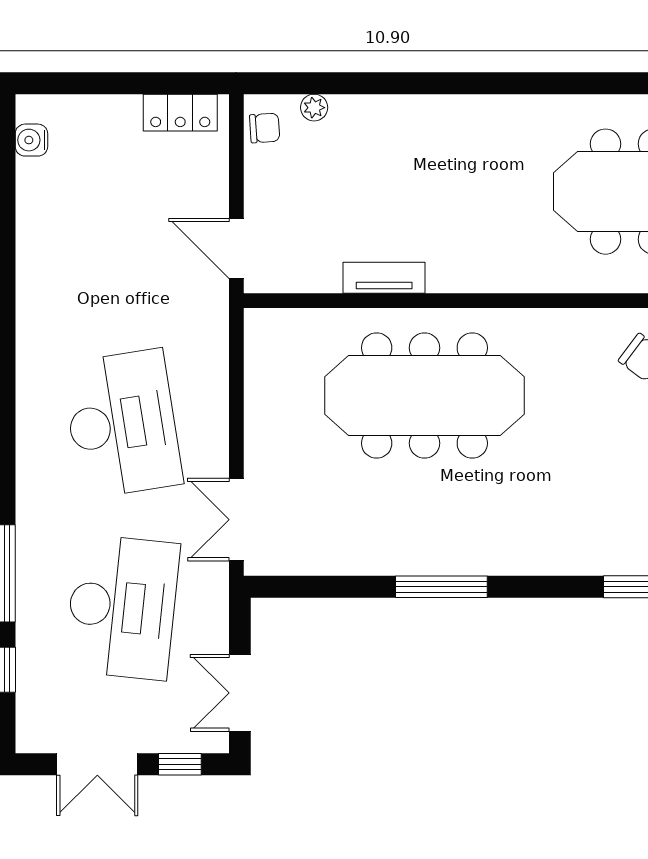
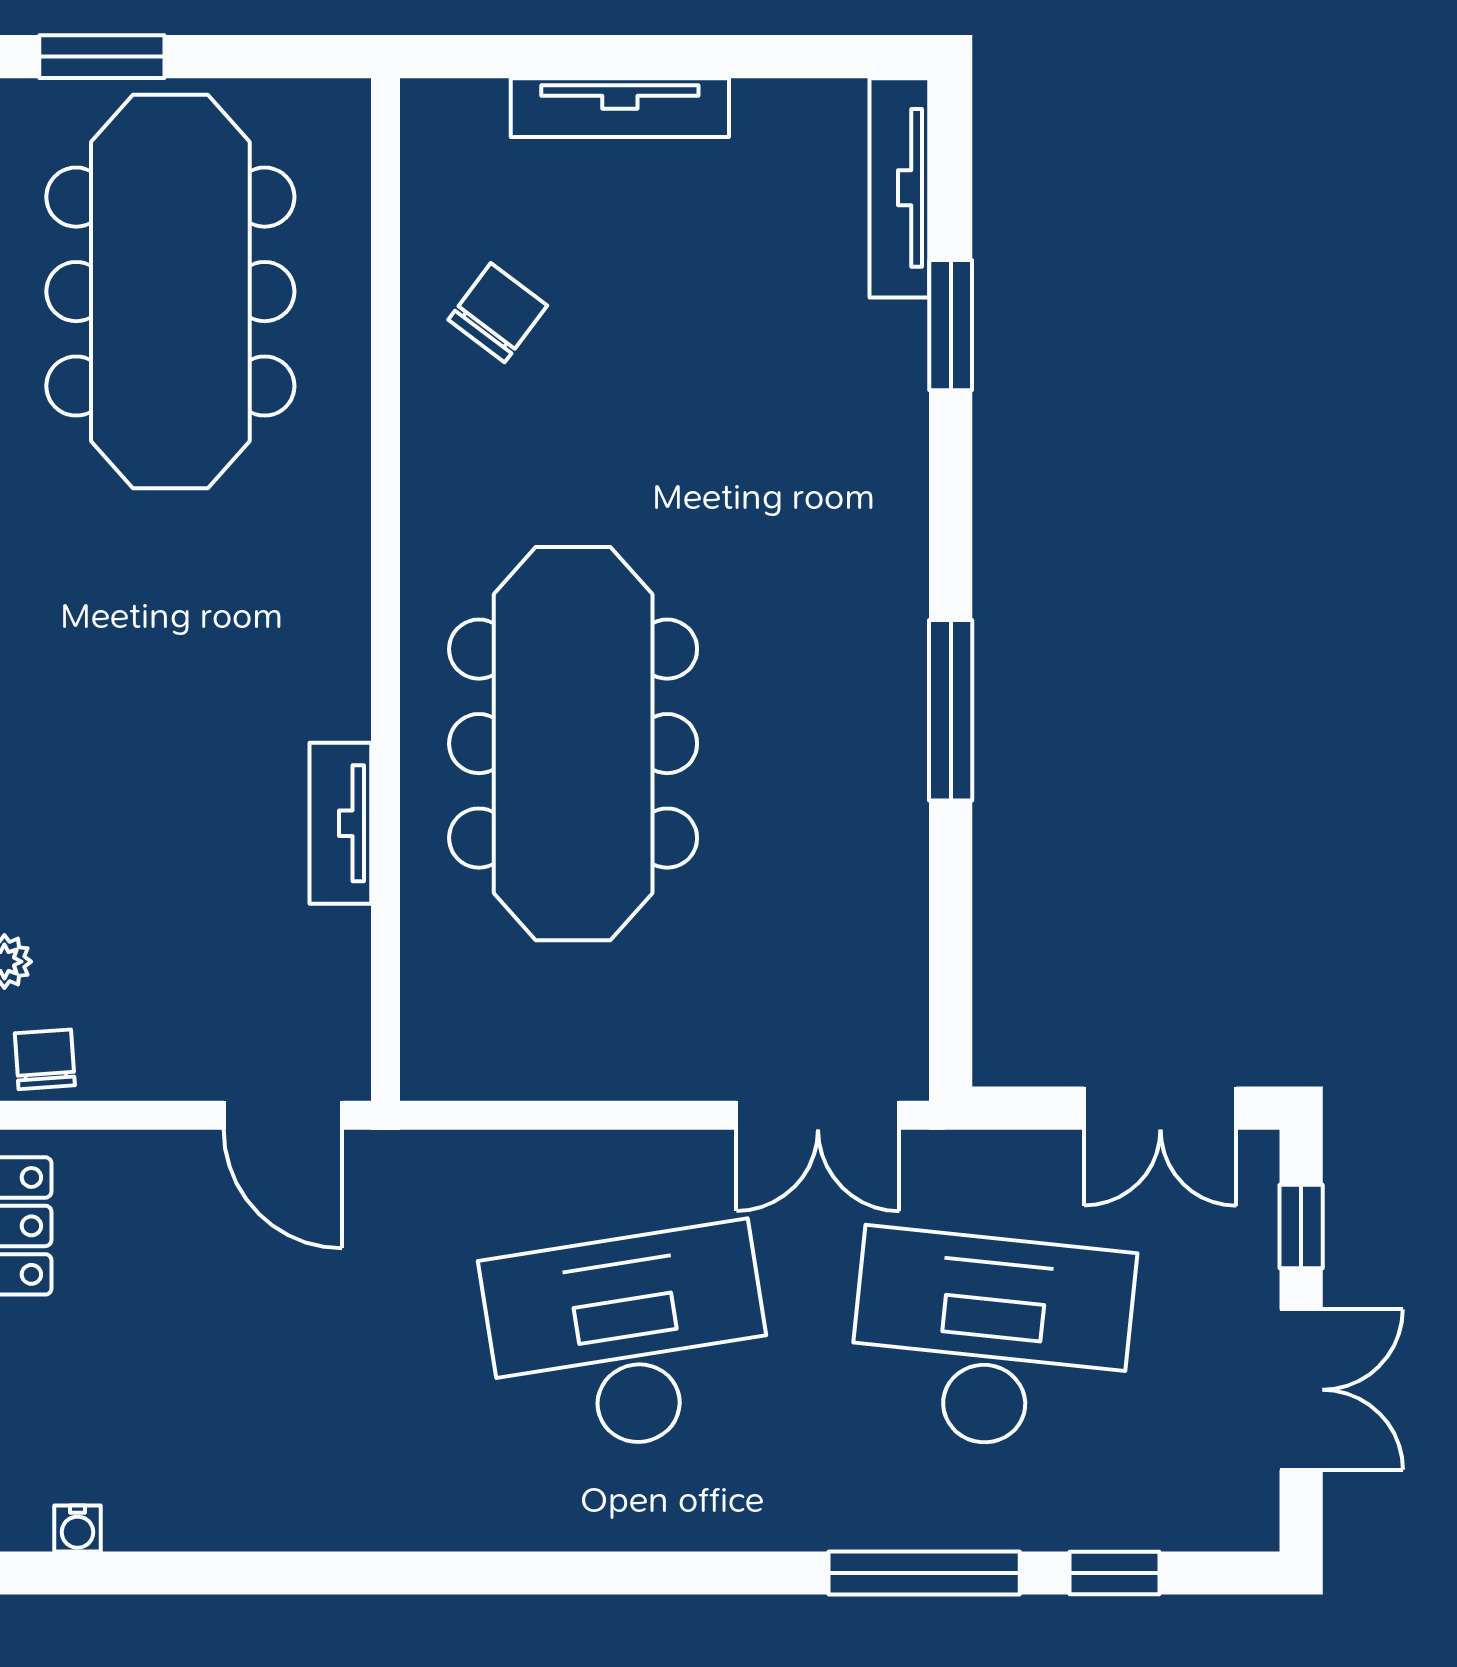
water cooler: (31, 140) -> (77, 1529), width x0.72, depth x0.72
door: (236, 249) -> (283, 1115), hinge flipped

